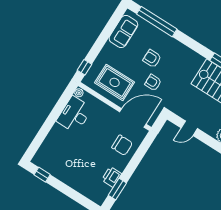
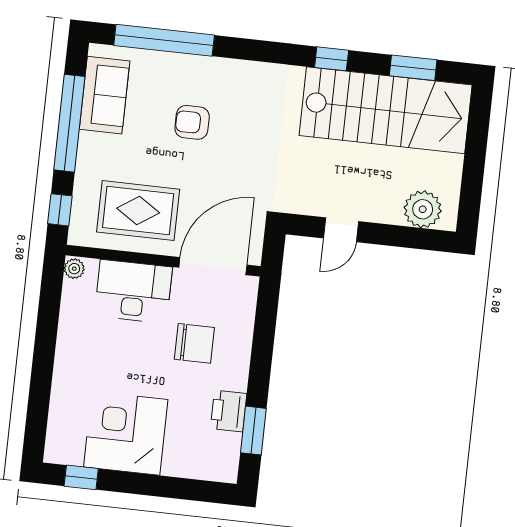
window: (105, 36) -> (69, 123), added
armchair: (153, 83) -> (219, 171), removed
desk: (74, 115) -> (133, 291), moved, turned 90
chair: (122, 145) -> (194, 343), moved
corner desk: (68, 166) -> (126, 433), added

